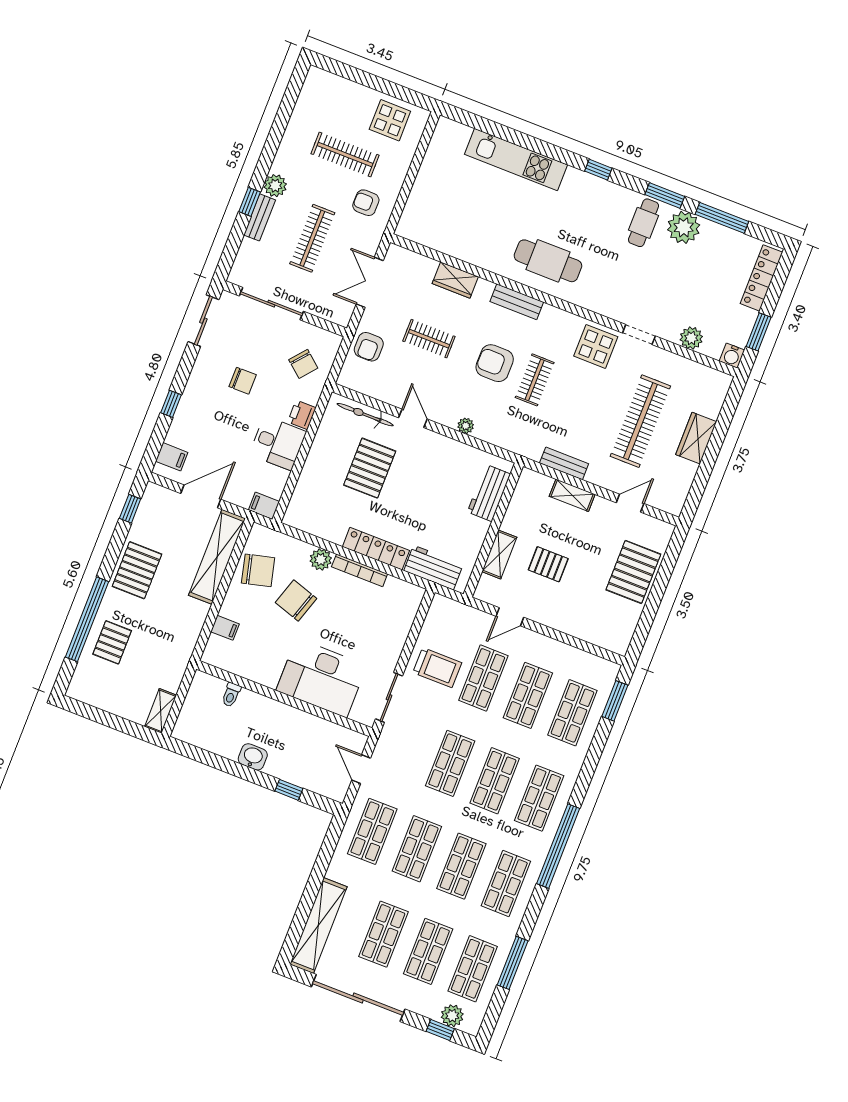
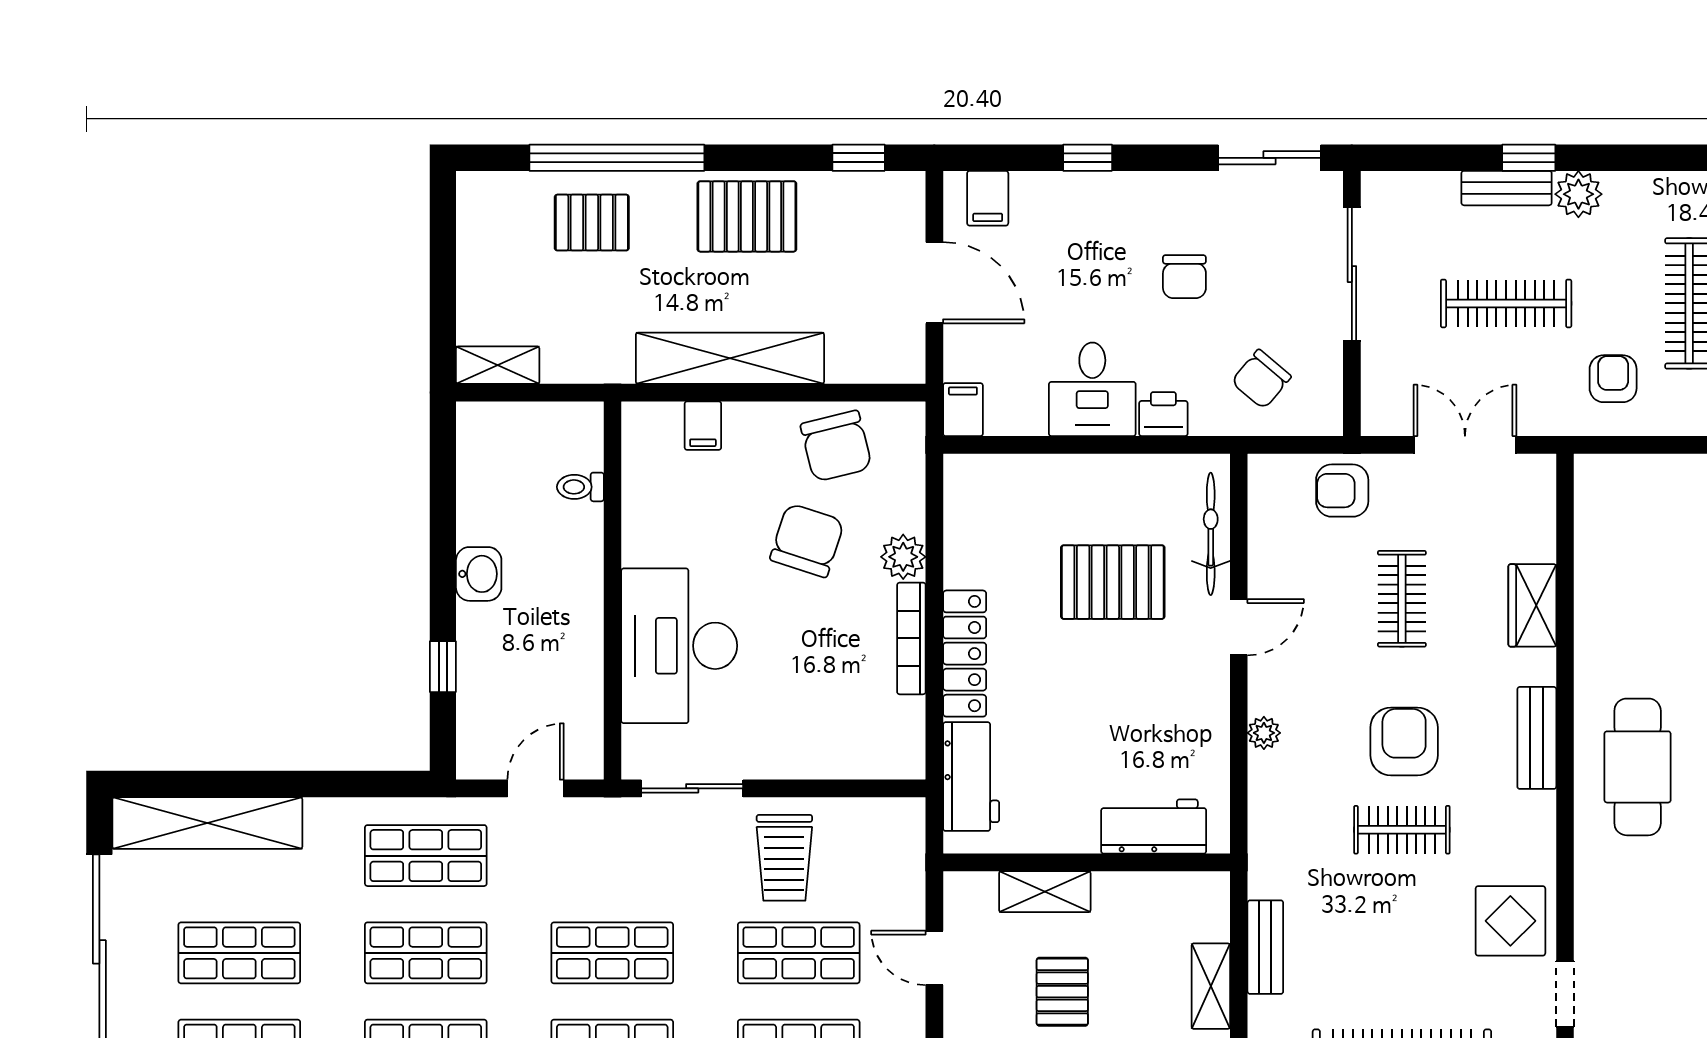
shelving: (217, 557) -> (730, 358), moved

